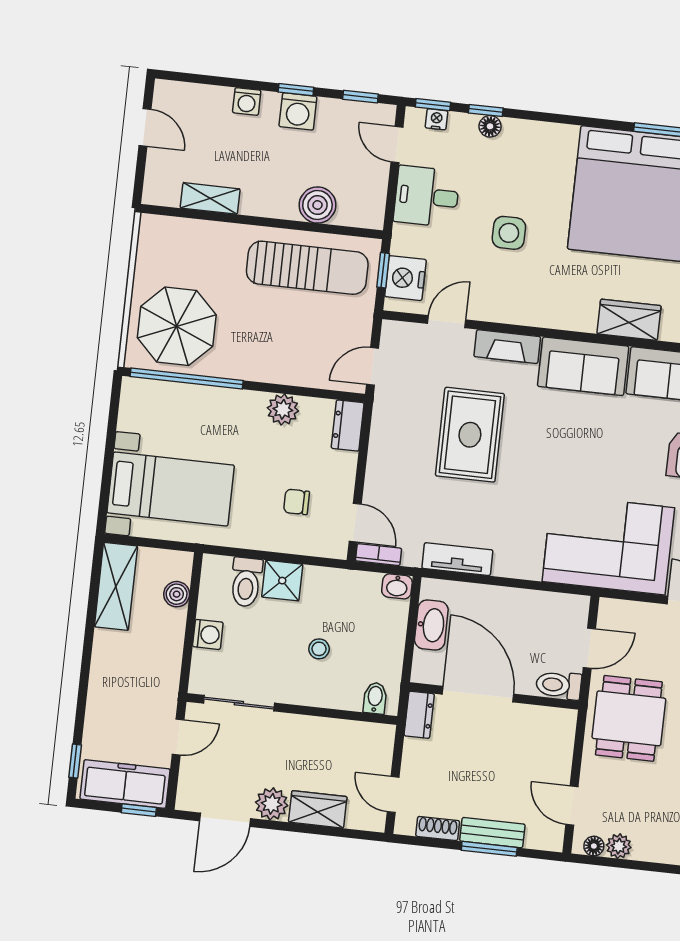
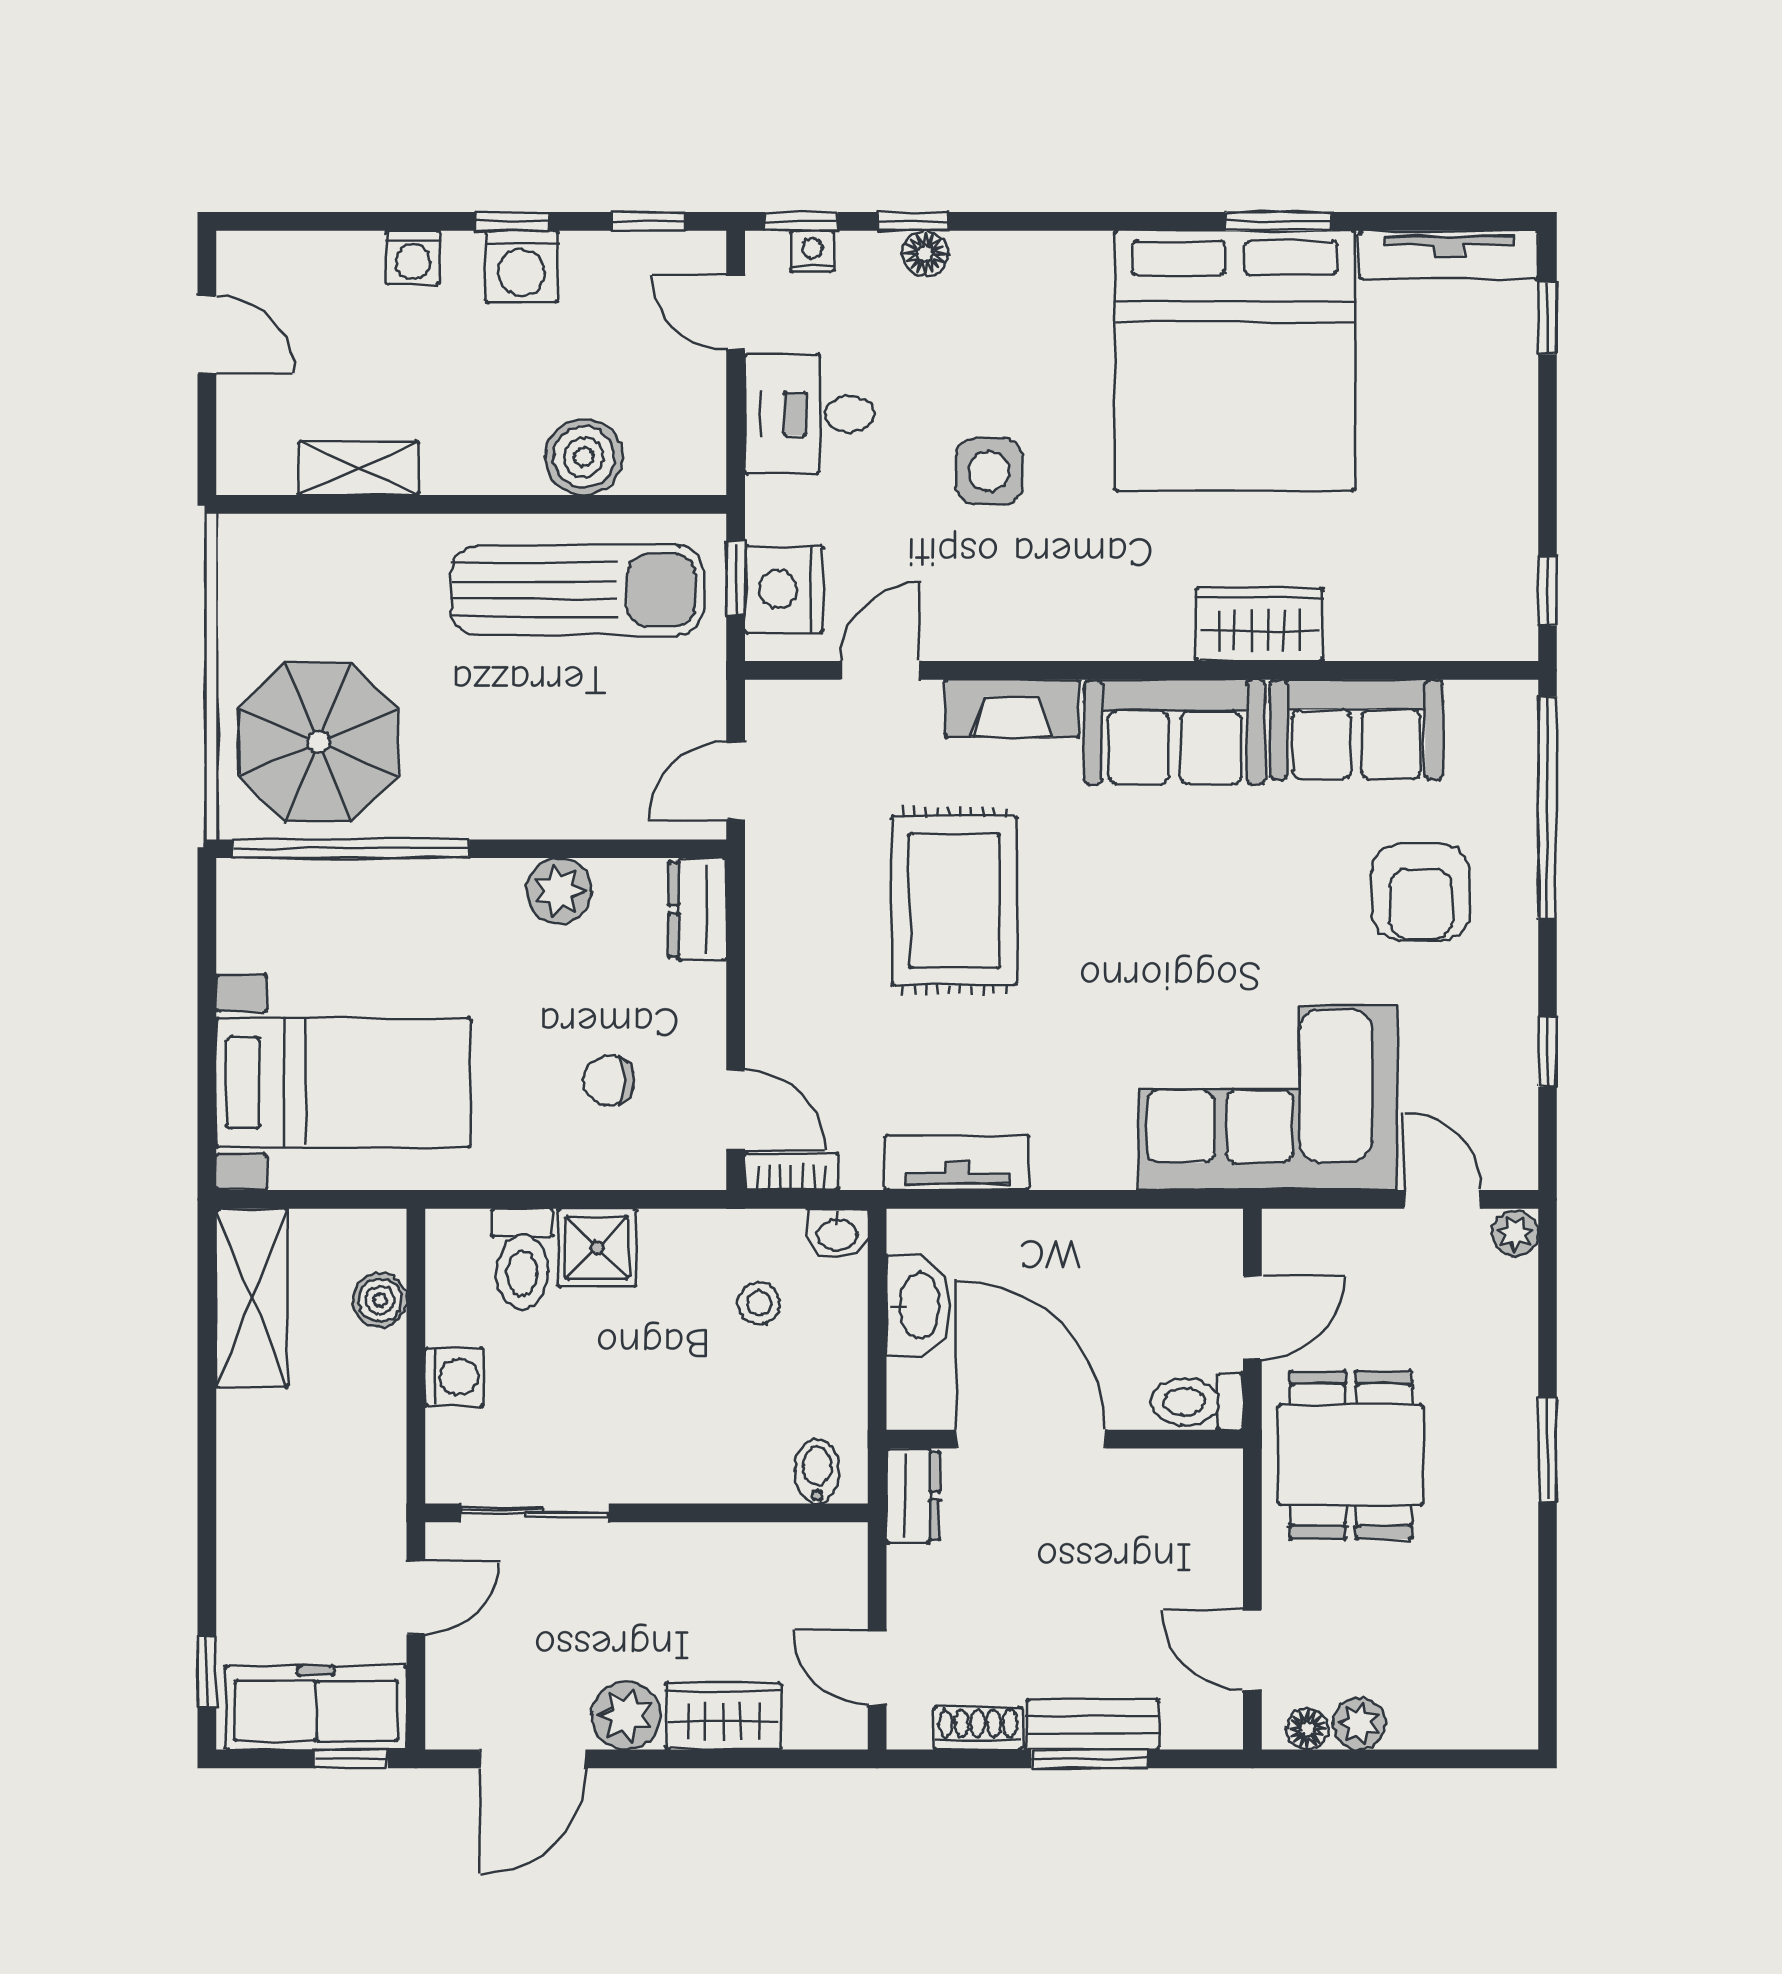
stool: (319, 649) -> (759, 1303), moved

